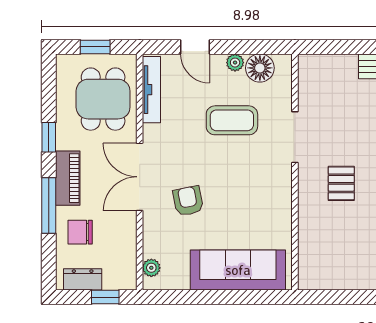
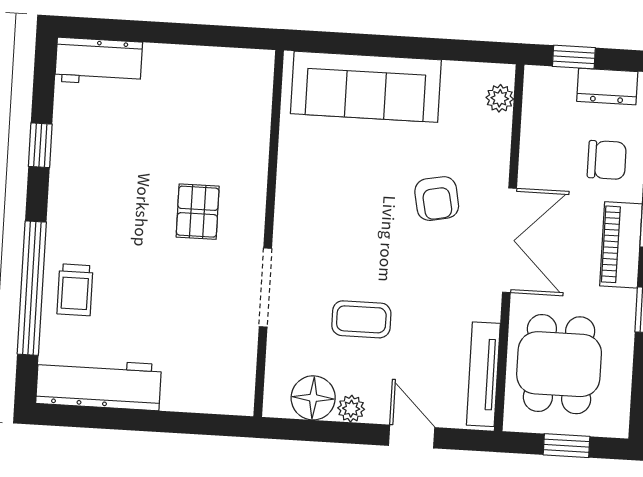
coffee table: (232, 120) -> (361, 319), width x0.73, depth x0.77

